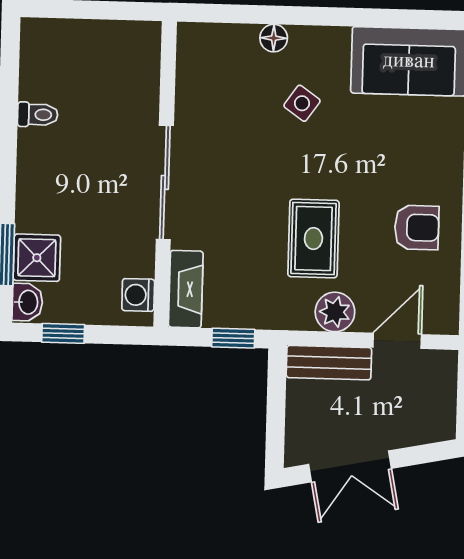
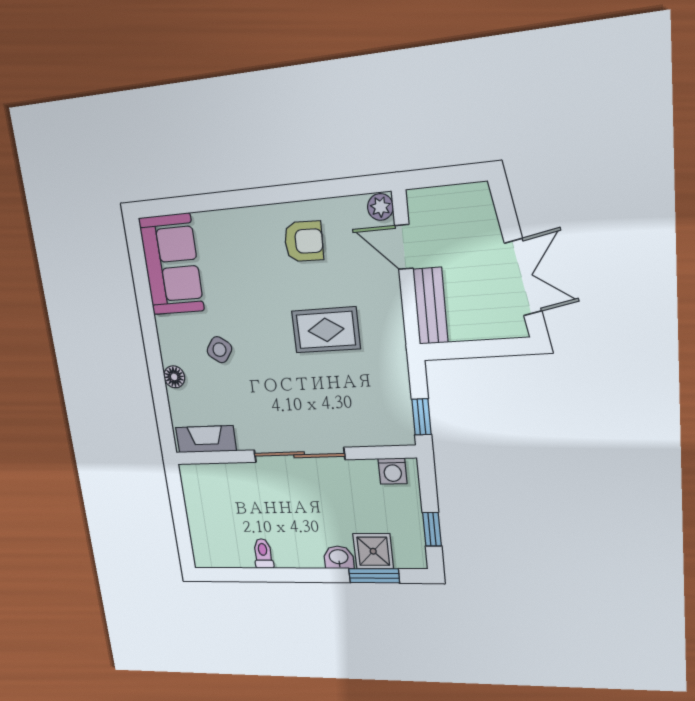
armchair: (417, 228) -> (304, 241), turned 92
fireplace: (186, 289) -> (206, 439), moved
washbasin: (27, 302) -> (339, 557), moved
plant: (335, 312) -> (380, 207), moved, width x0.73, depth x0.73
window: (233, 338) -> (421, 417), moved

